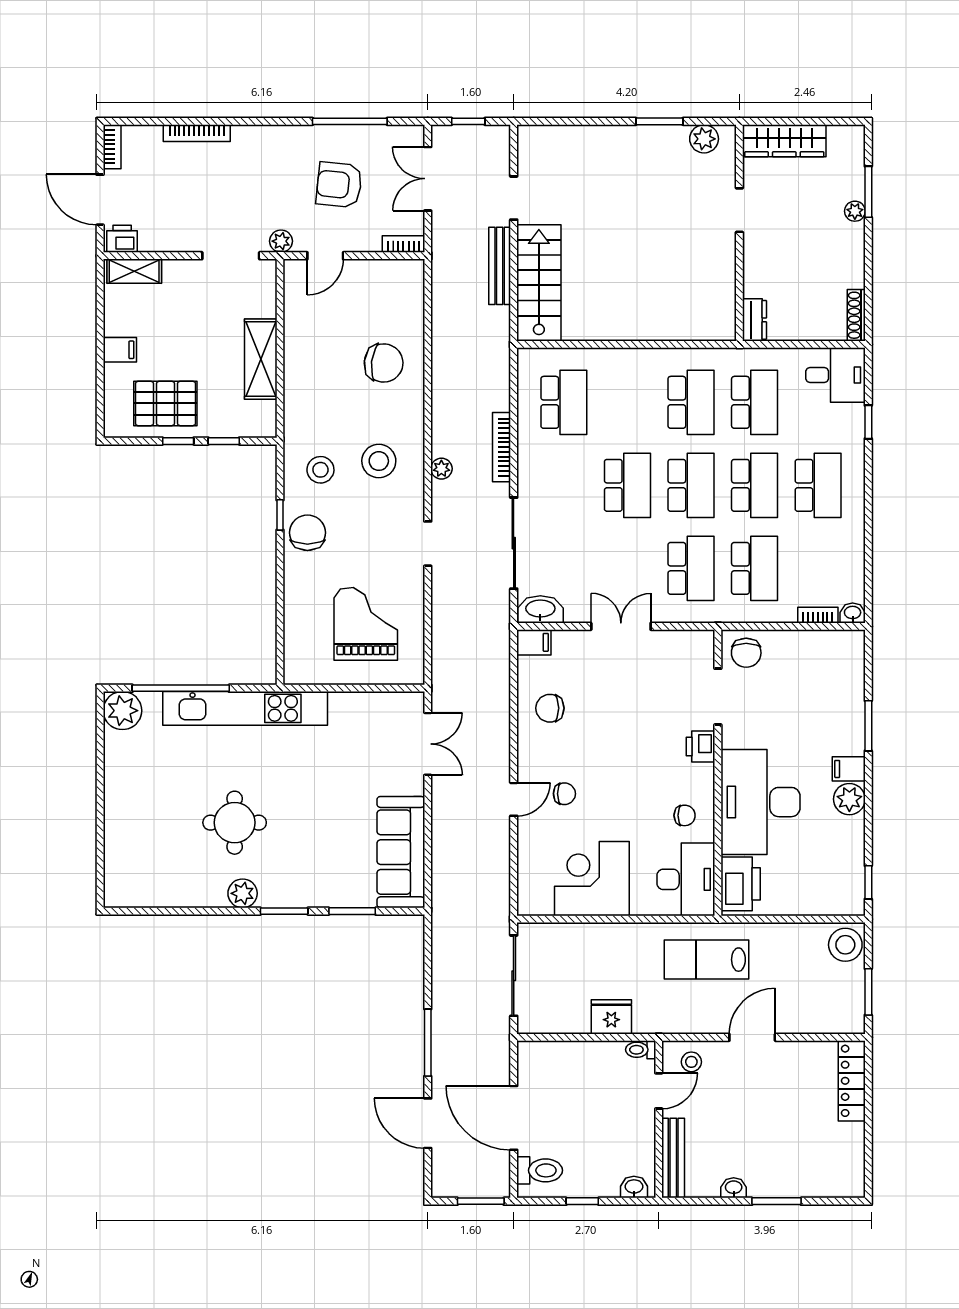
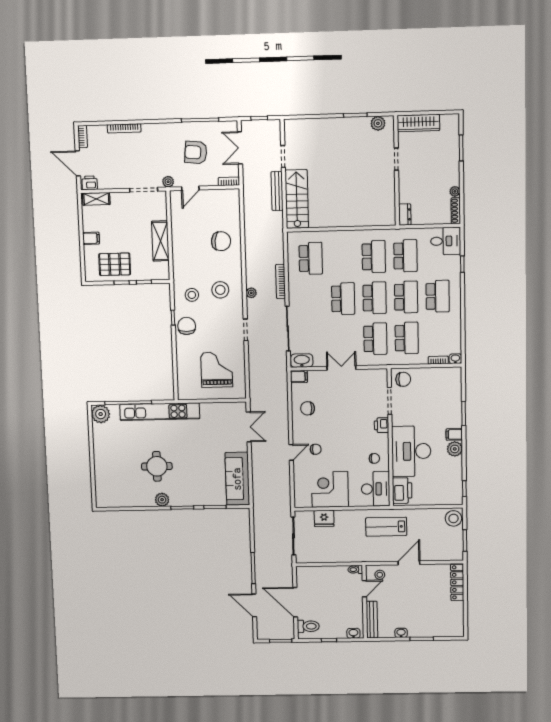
plant: (855, 211) -> (455, 191), moved
chair: (746, 653) -> (403, 379), turned -90
fridge: (611, 1017) -> (324, 518), moved, turned 180

